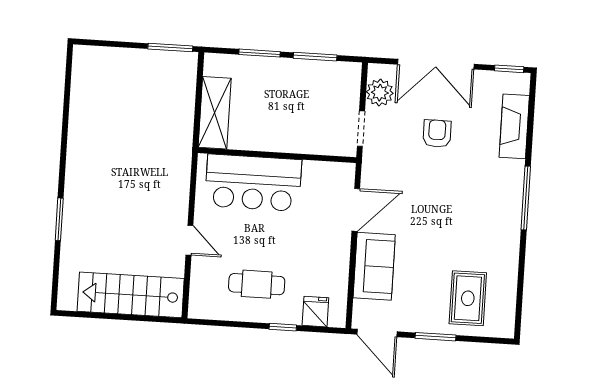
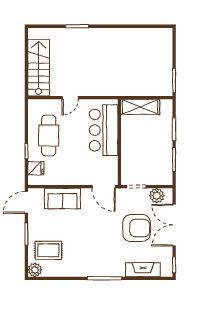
armchair: (437, 134) -> (136, 228), width x1.88, depth x1.88
door: (356, 210) -> (104, 187), moved
cafe table: (257, 284) -> (49, 135), width x1.37, depth x1.35
plant: (502, 325) -> (35, 270), added

